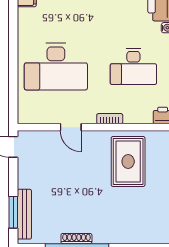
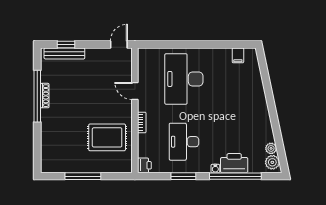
door: (71, 127) -> (135, 91), hinge flipped
window: (13, 212) -> (66, 45), width x0.67

